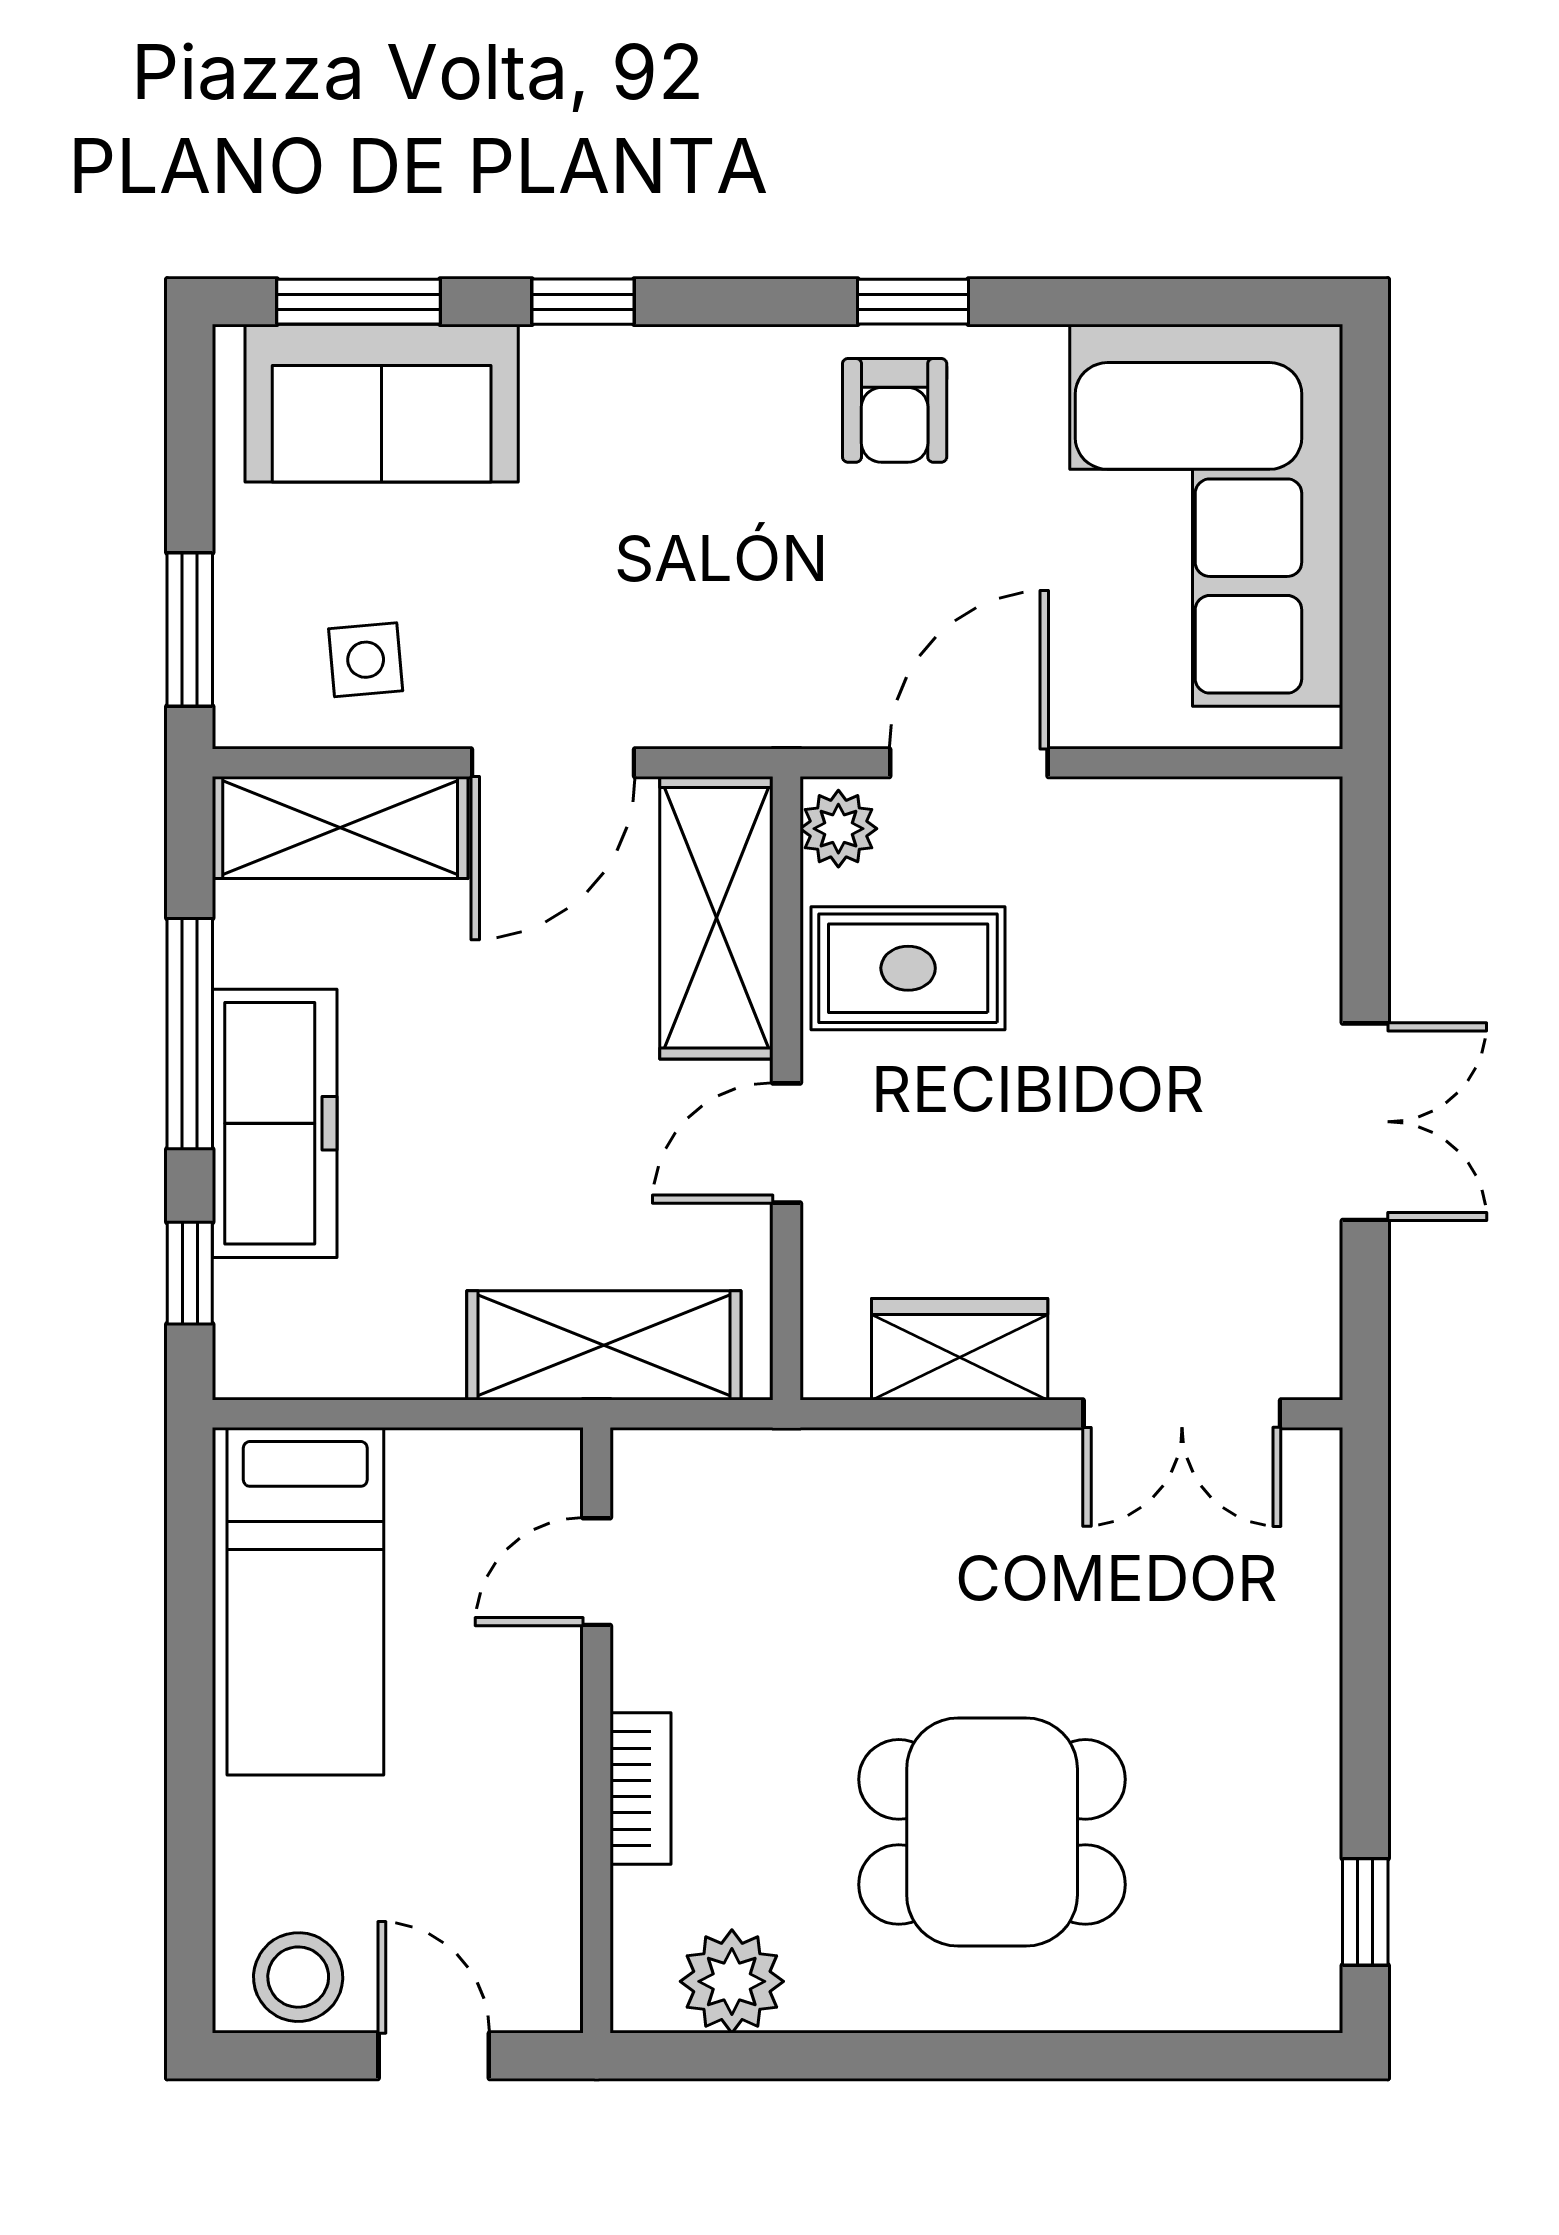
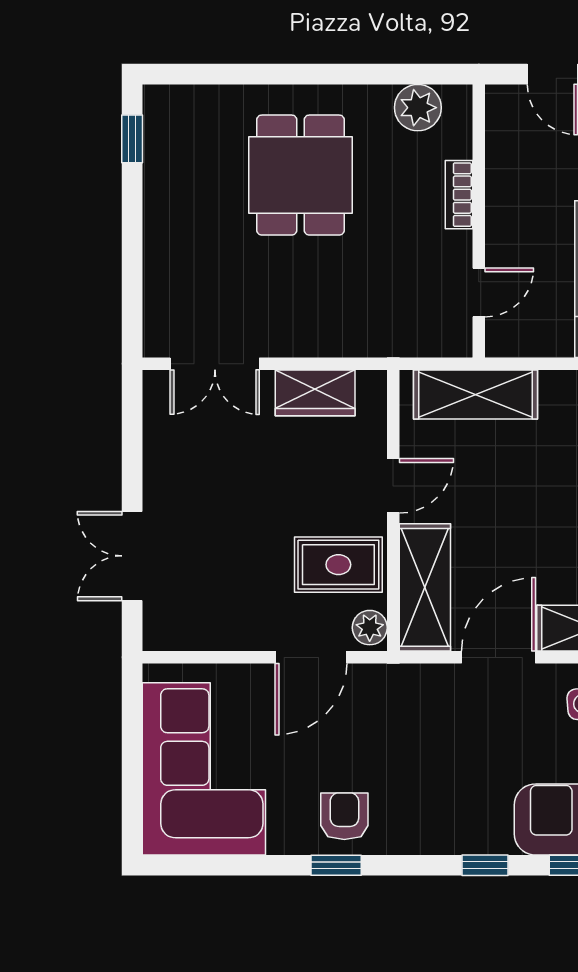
double door: (1365, 1122) -> (132, 556), moved
double door: (1182, 1414) -> (215, 364), swing flipped
dining table: (992, 1832) -> (300, 175), turned 90

